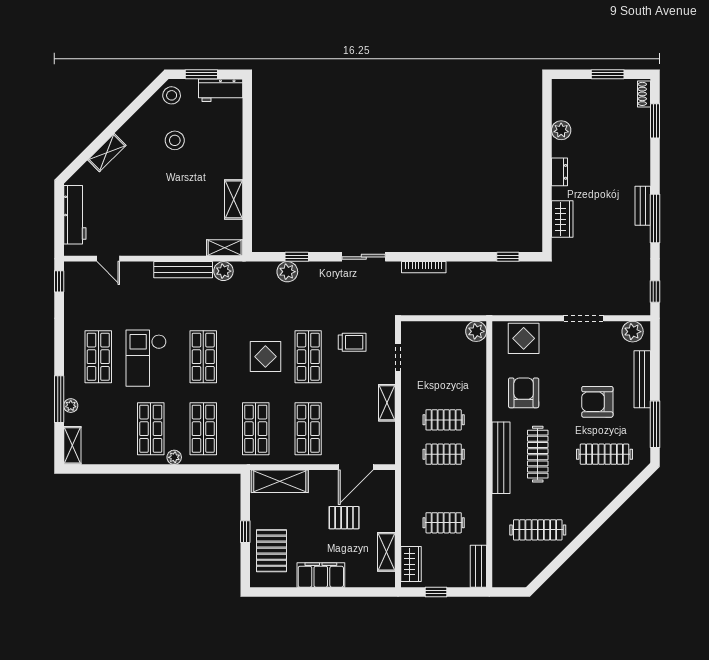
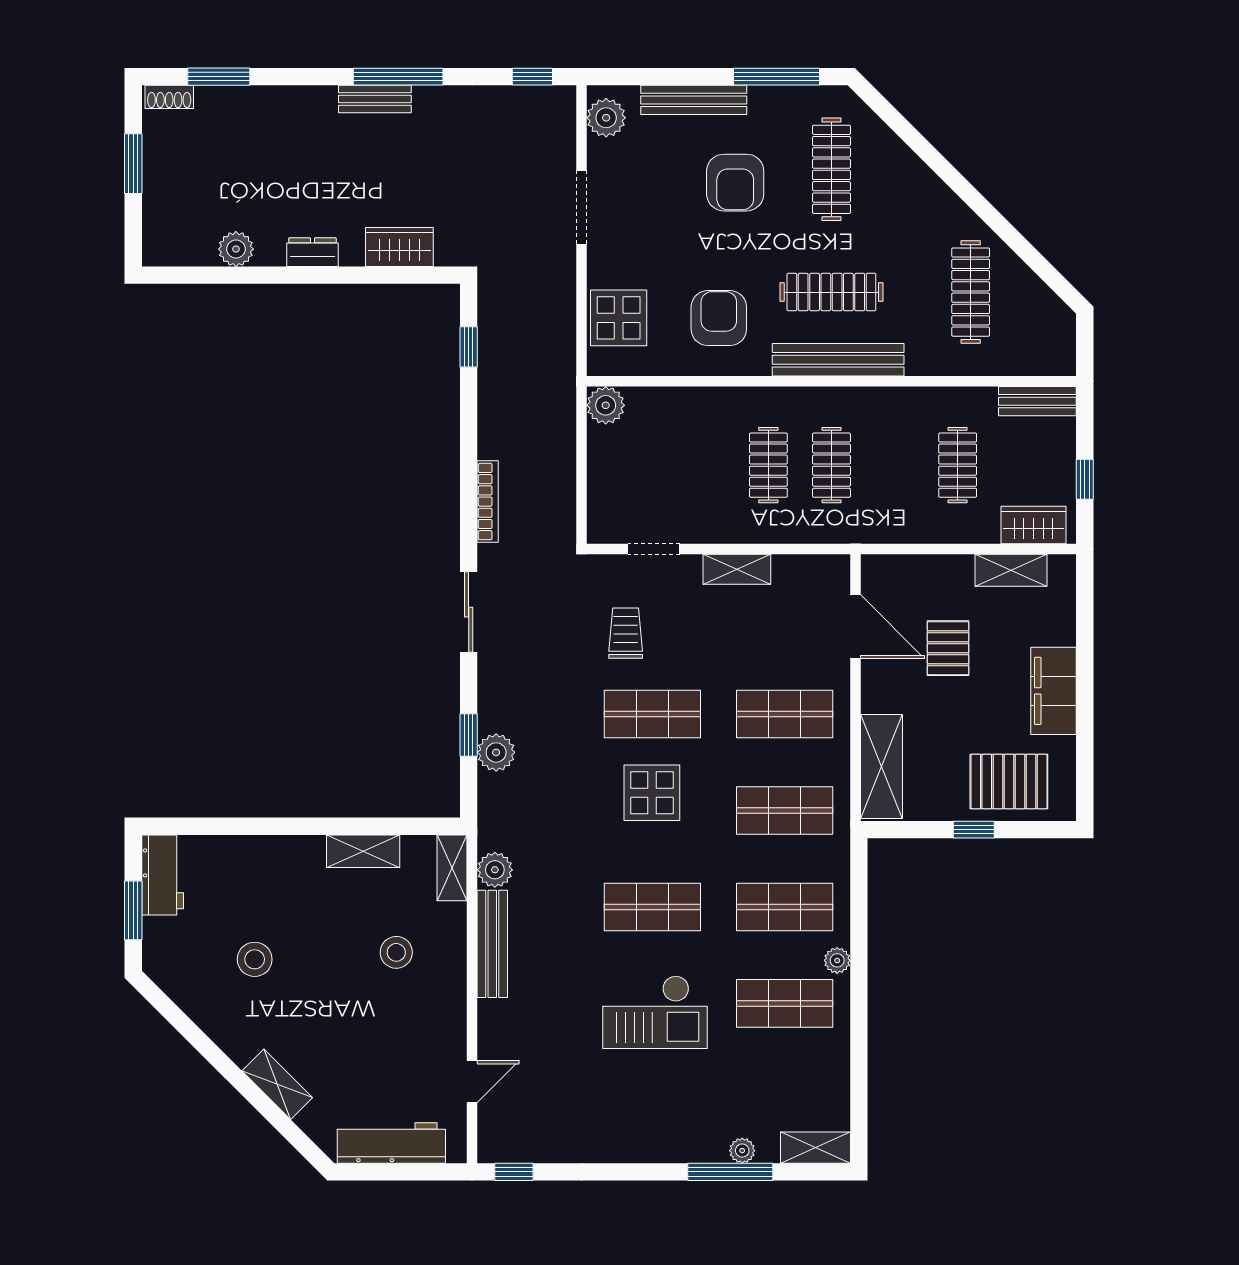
stool: (172, 95) -> (396, 952), moved
shop shelf: (98, 357) -> (652, 1100), removed
armchair: (524, 393) -> (719, 318), turned 90

